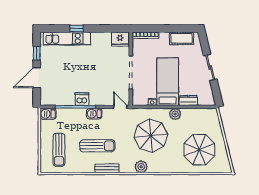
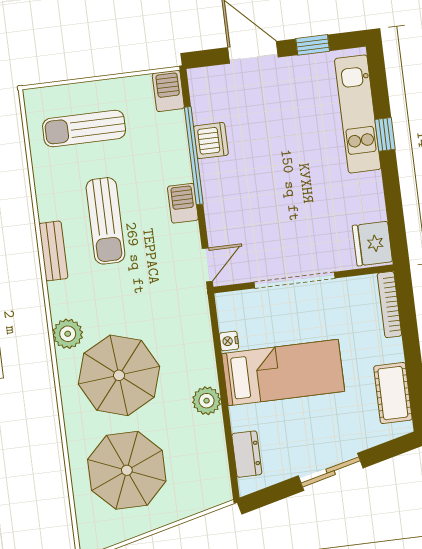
dishwasher: (82, 99) -> (211, 141), moved
dresser: (188, 100) -> (247, 454), moved
parasol: (151, 136) -> (119, 375), moved

